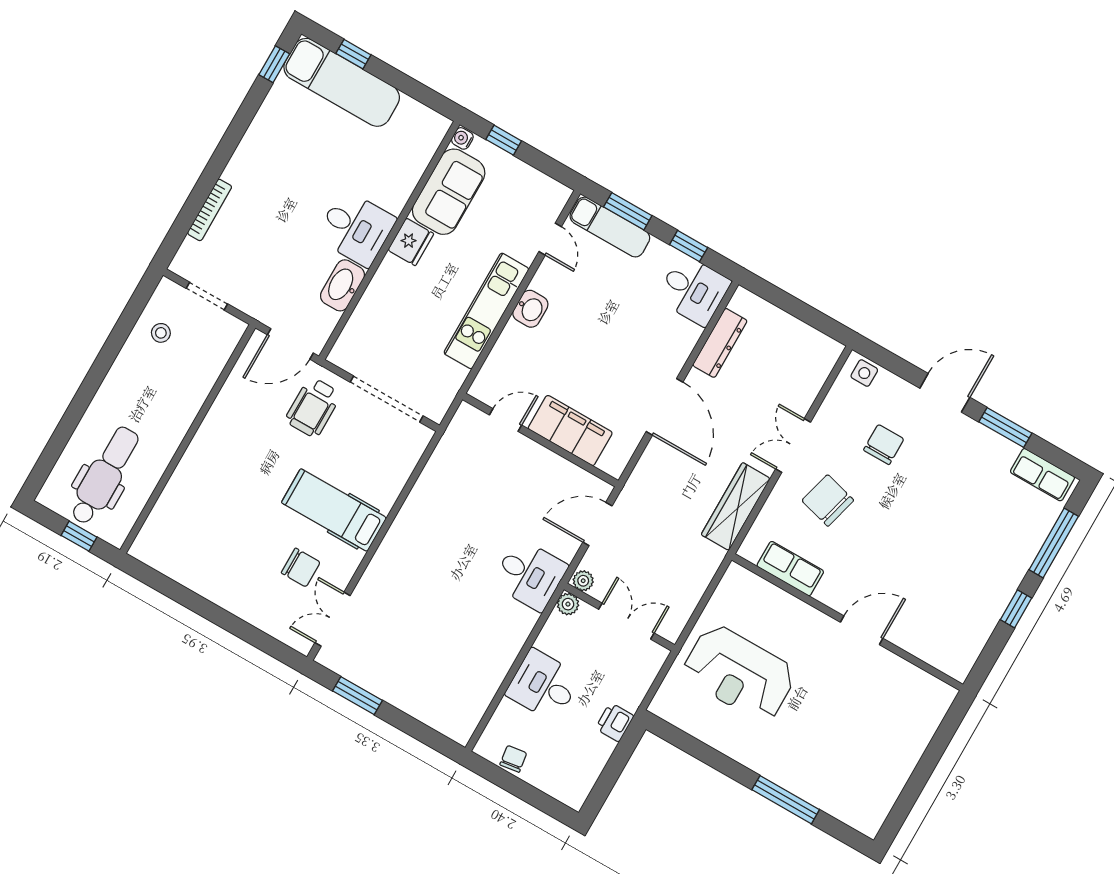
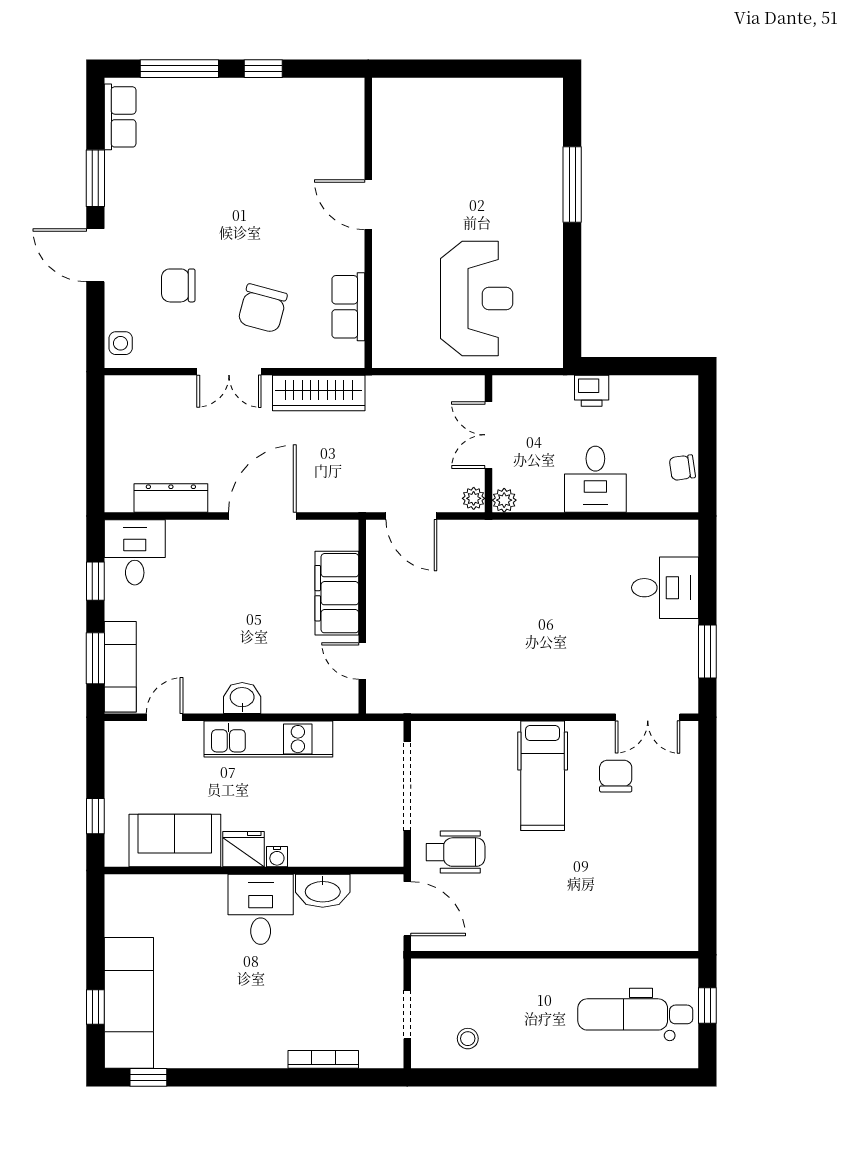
water cooler: (462, 138) -> (277, 857), moved
desk: (530, 575) -> (665, 588), moved, turned 90

